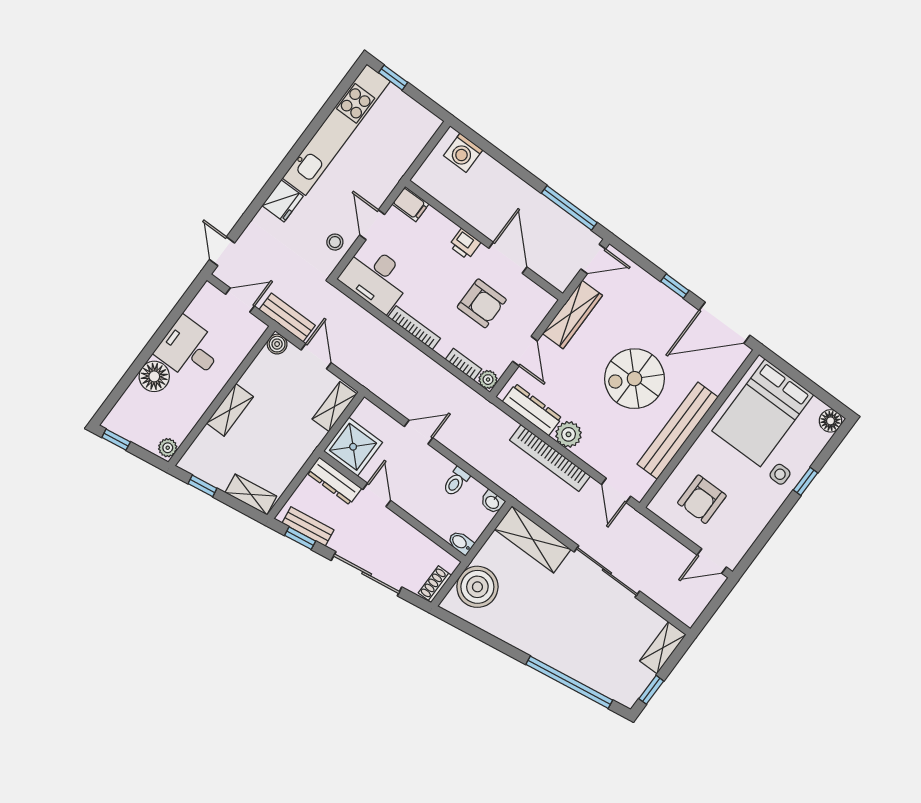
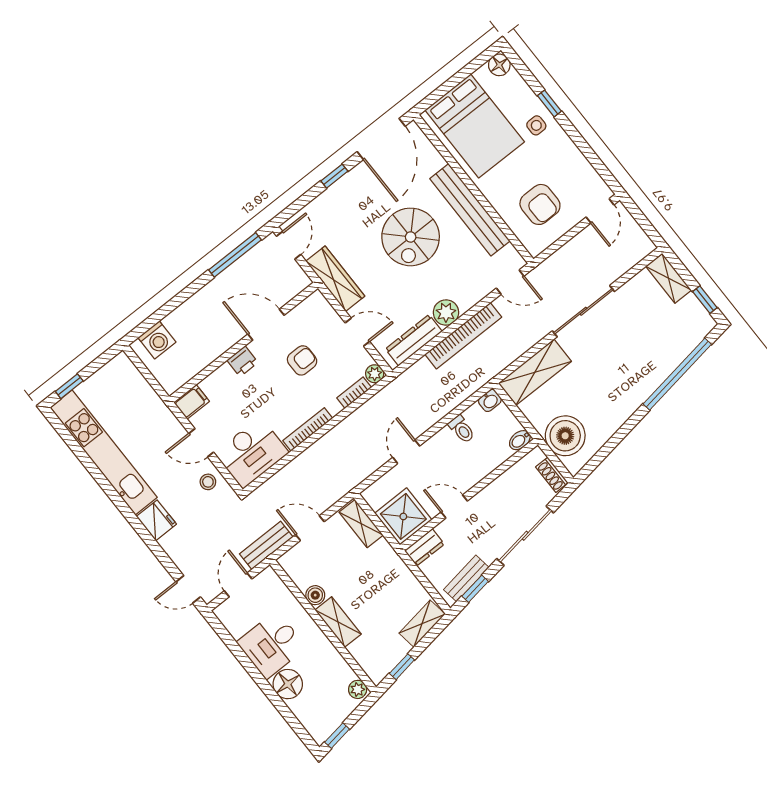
armchair: (482, 303) -> (302, 360), width x0.72, depth x0.72
boiler: (277, 344) -> (315, 595), moved
dresser: (334, 481) -> (424, 547), width x0.70

